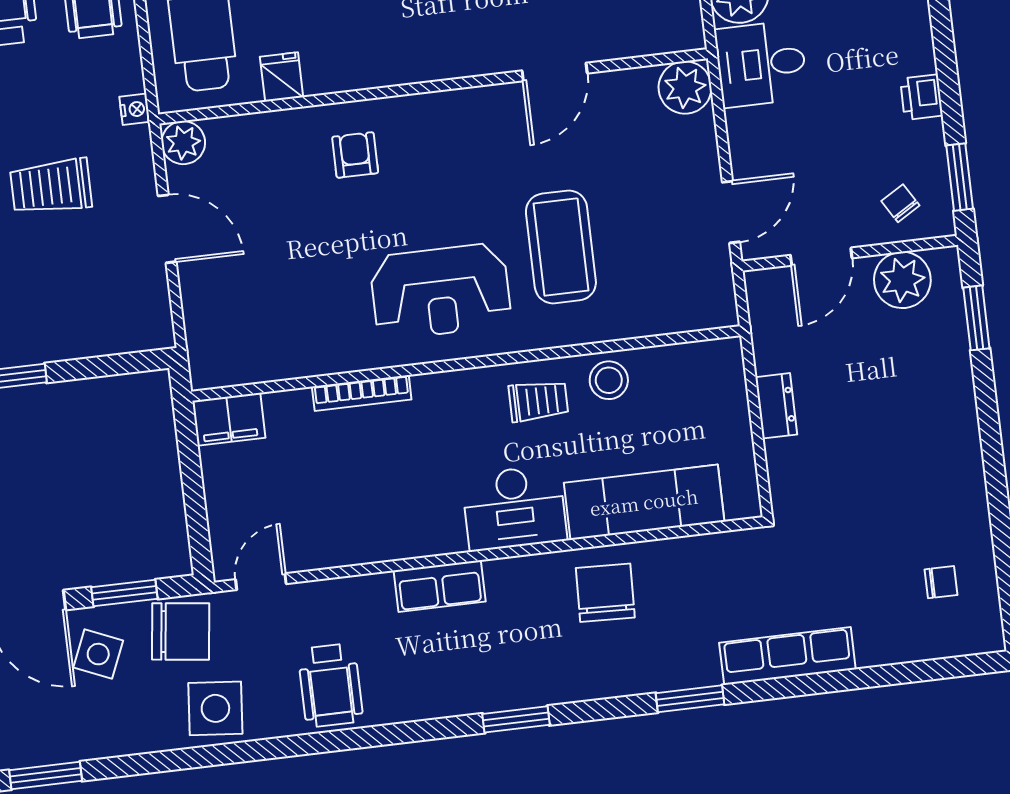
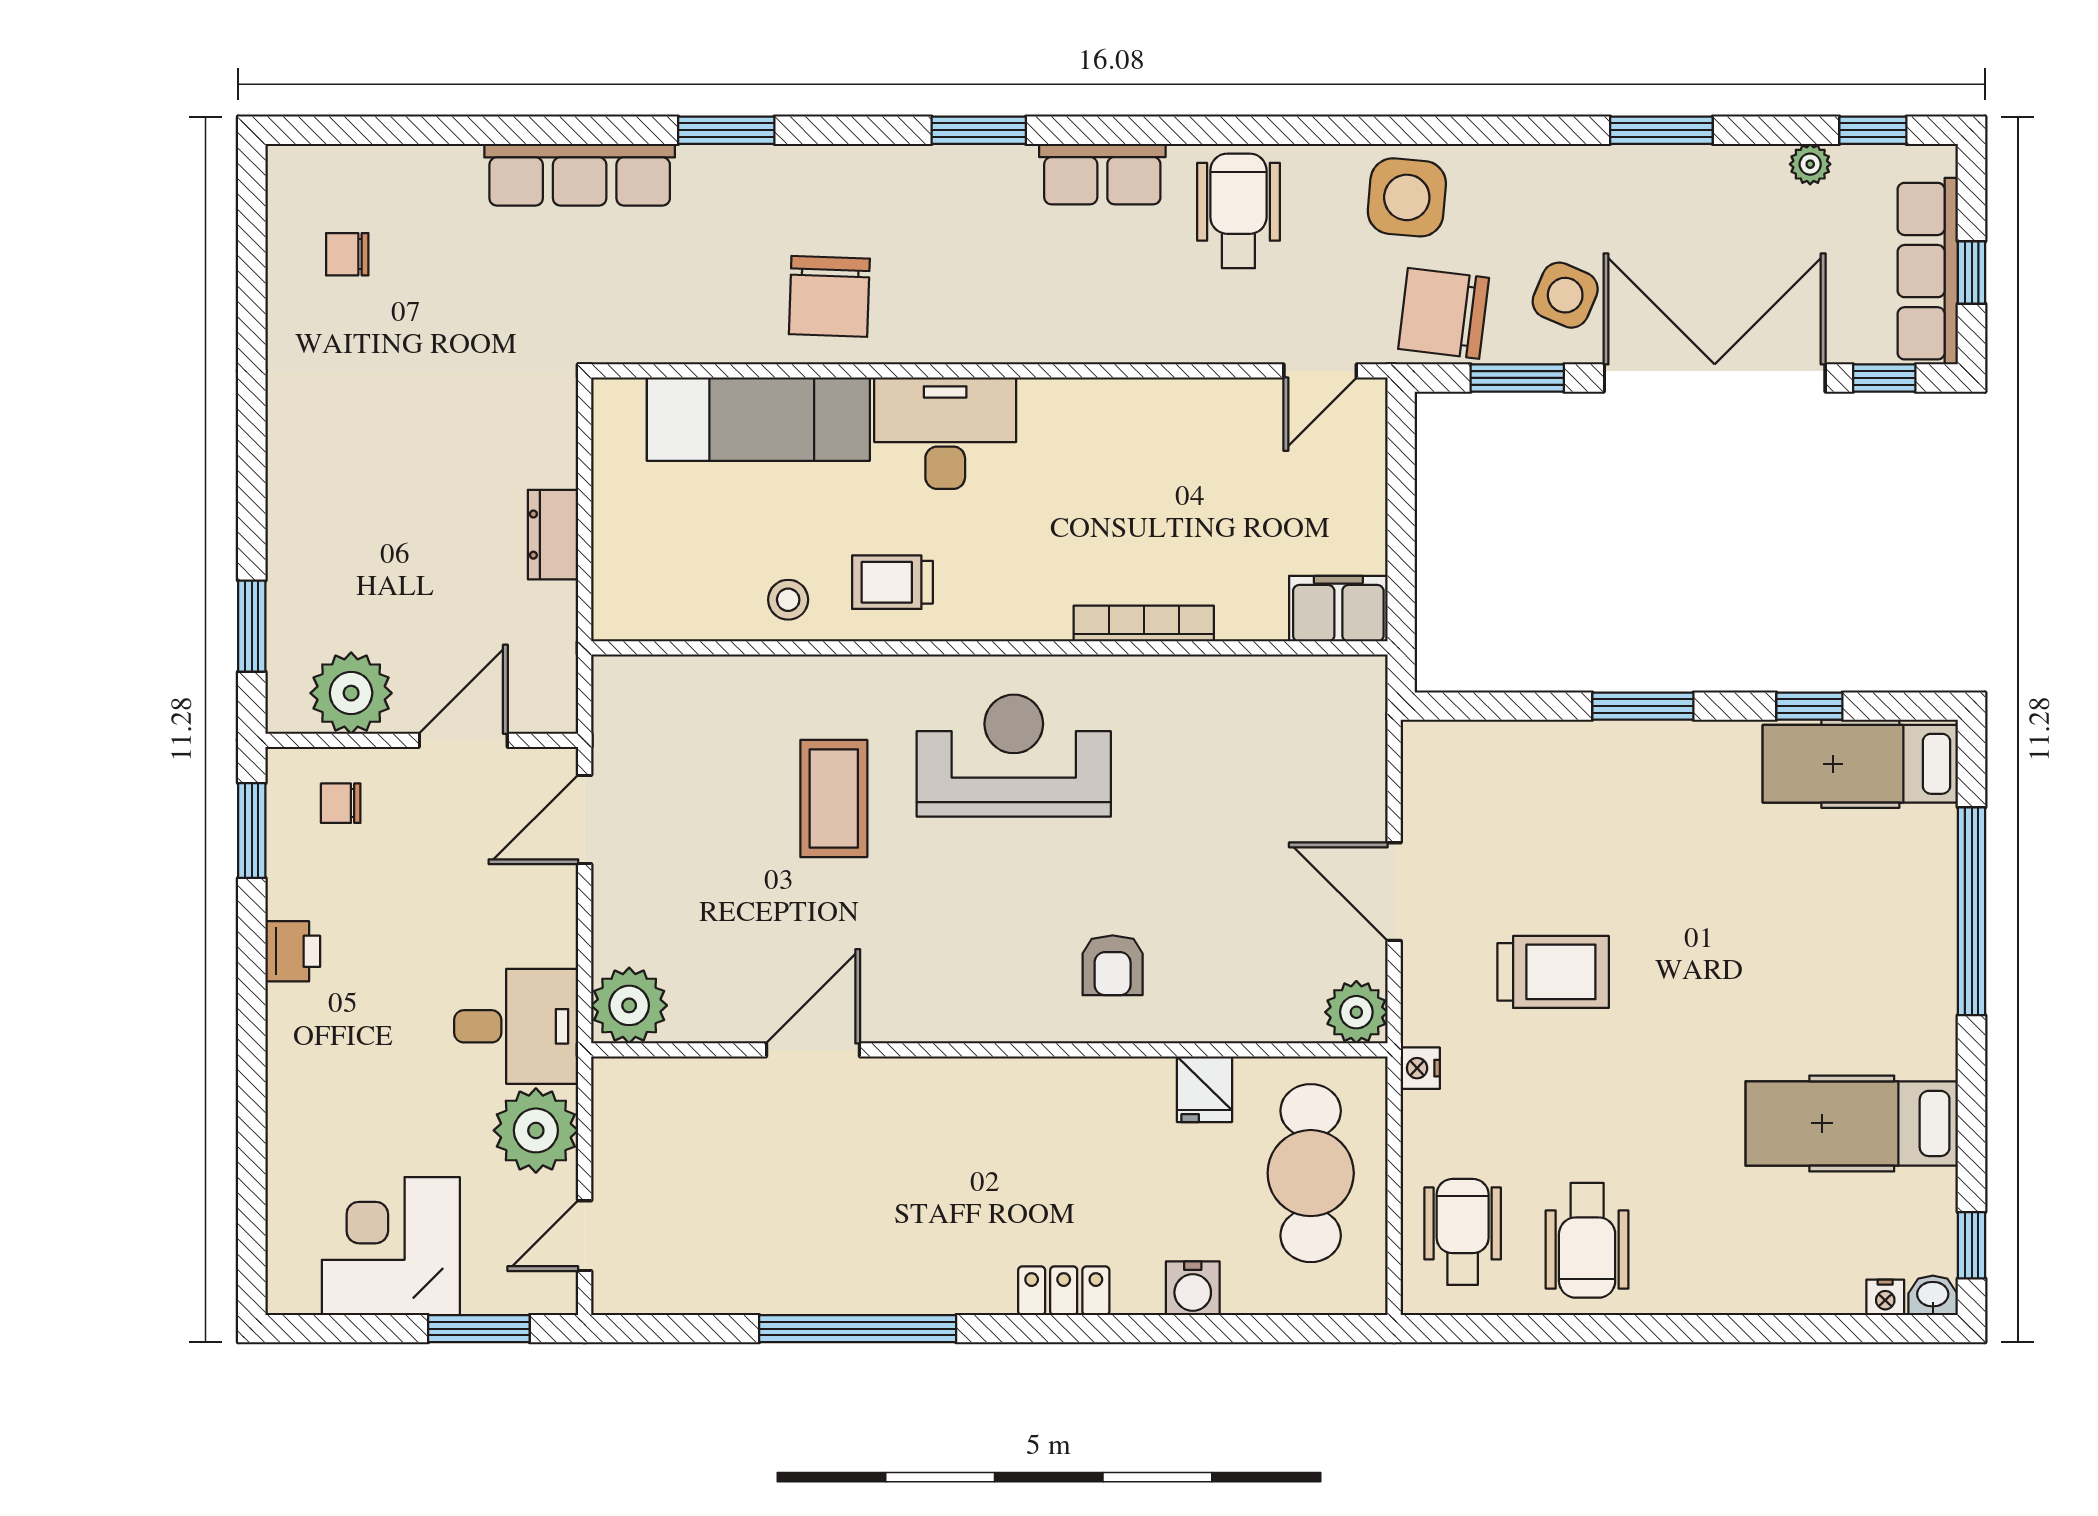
chair: (900, 203) -> (341, 803), turned 121
coffee table: (561, 247) -> (834, 799), width x0.73, depth x0.76
stool: (609, 380) -> (788, 600), width x0.73, depth x0.73
row of seats: (440, 586) -> (1102, 174), moved, turned 180

